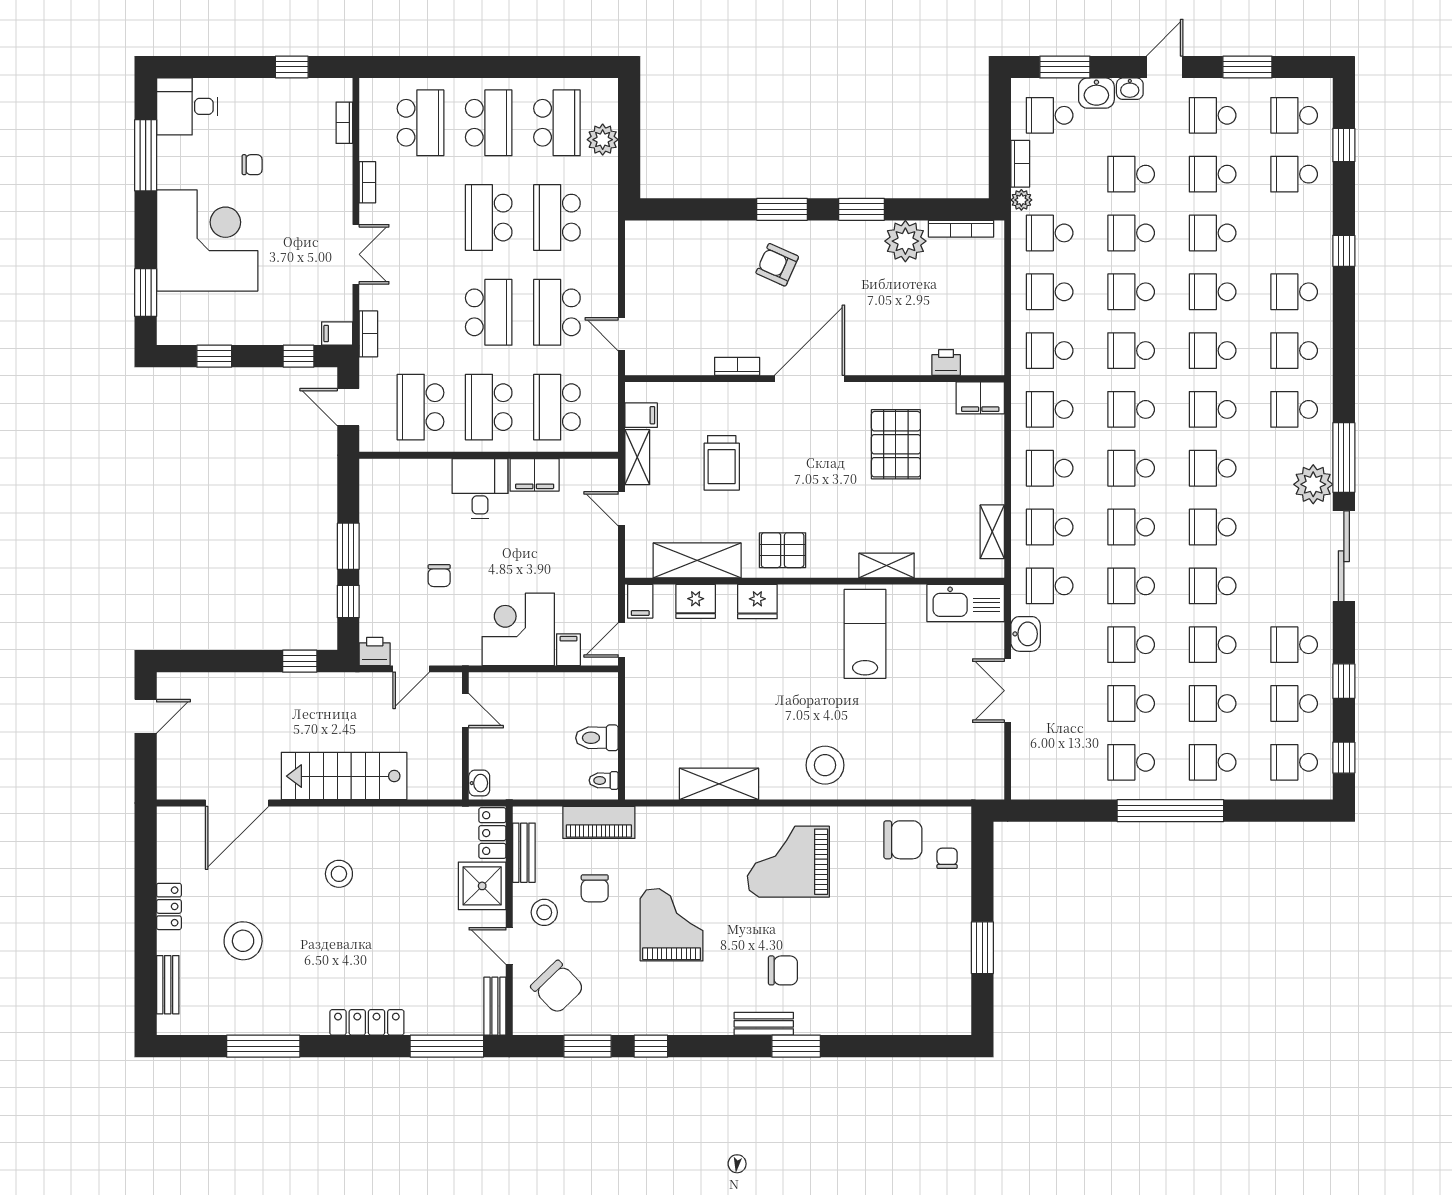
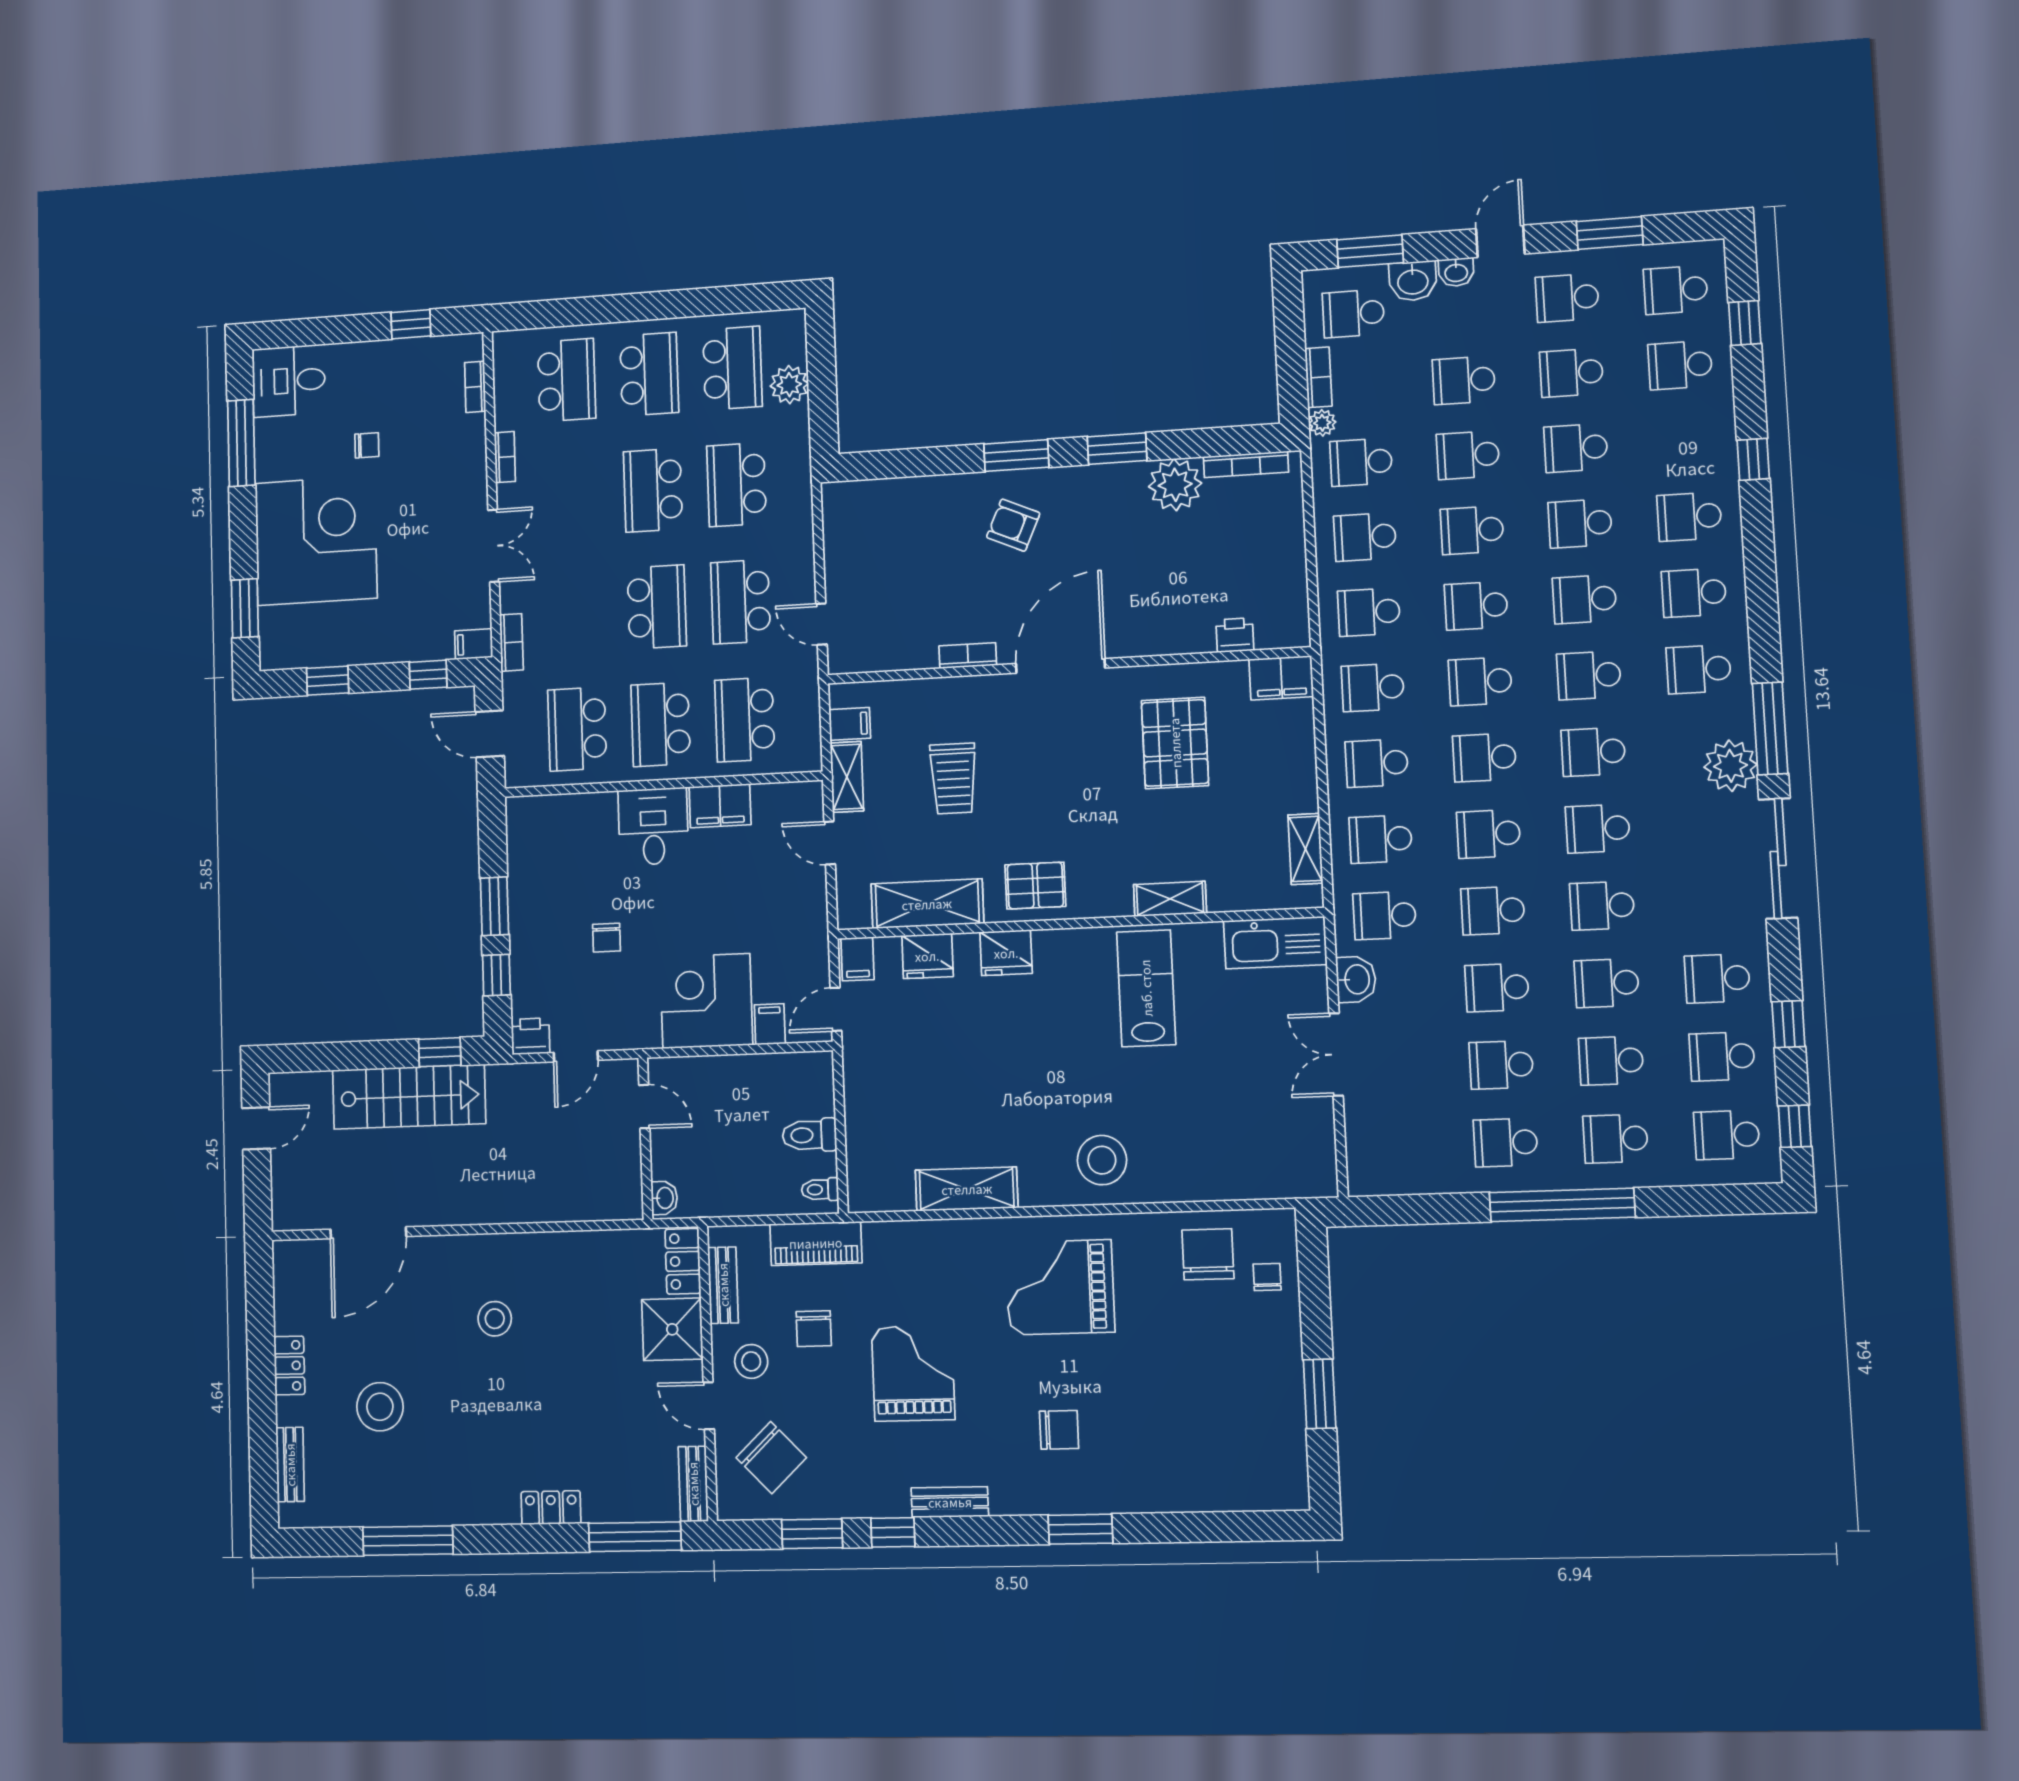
stairs: (344, 776) -> (409, 1097), moved, turned 180
chair: (903, 840) -> (1208, 1254), turned -90
locker: (367, 1022) -> (551, 1508), width x0.66
bench: (764, 1024) -> (950, 1502), moved

